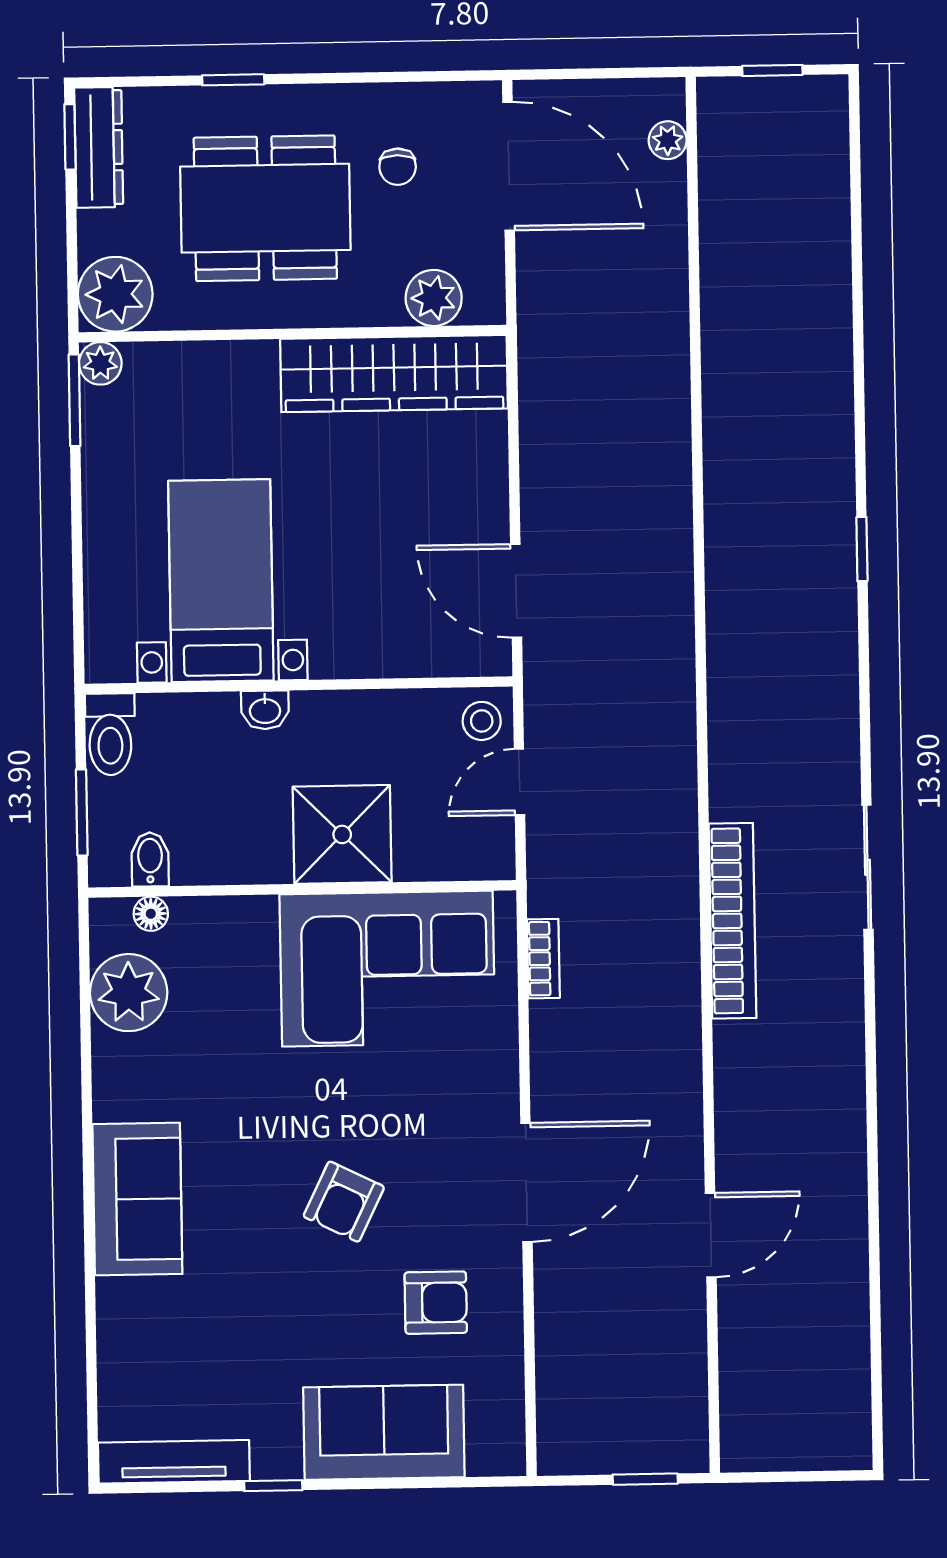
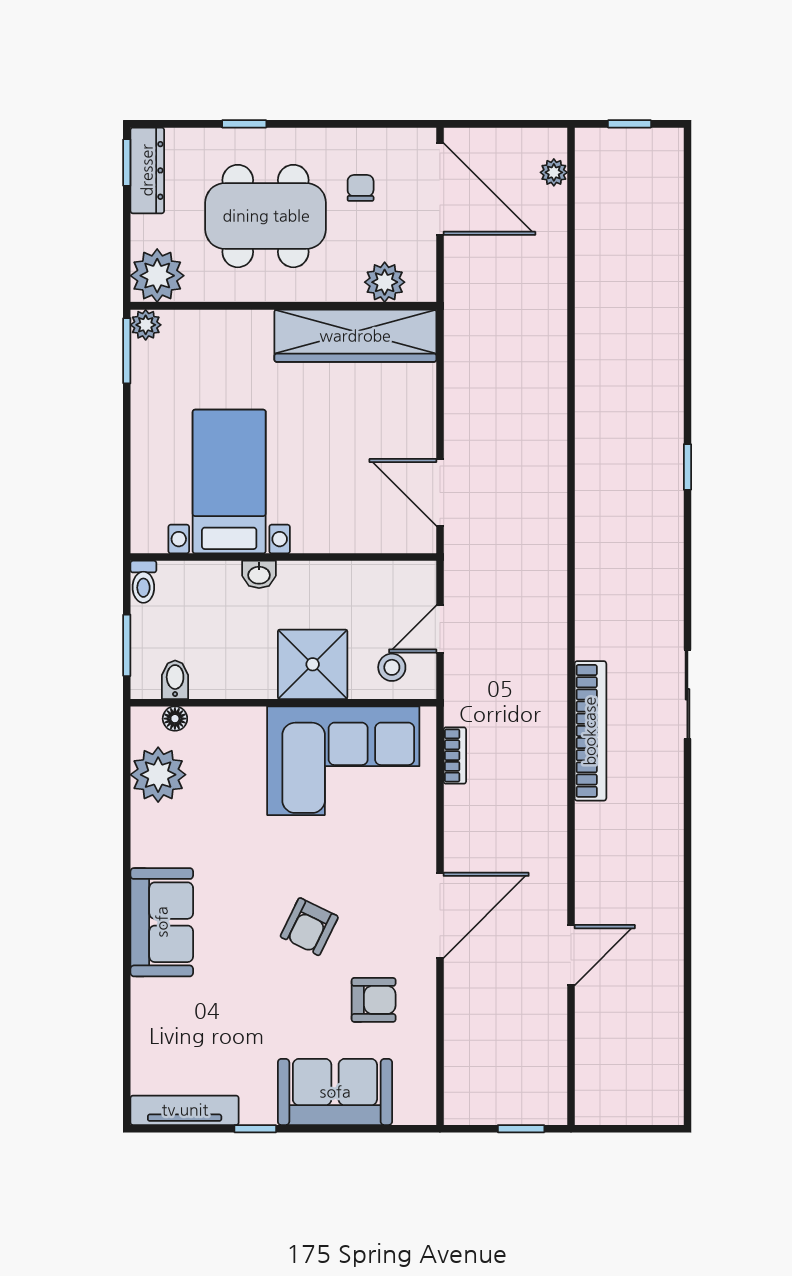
chair: (398, 167) -> (361, 188), turned 180
stool: (482, 721) -> (392, 667), moved
toilet: (110, 734) -> (143, 582), width x0.73, depth x0.72

